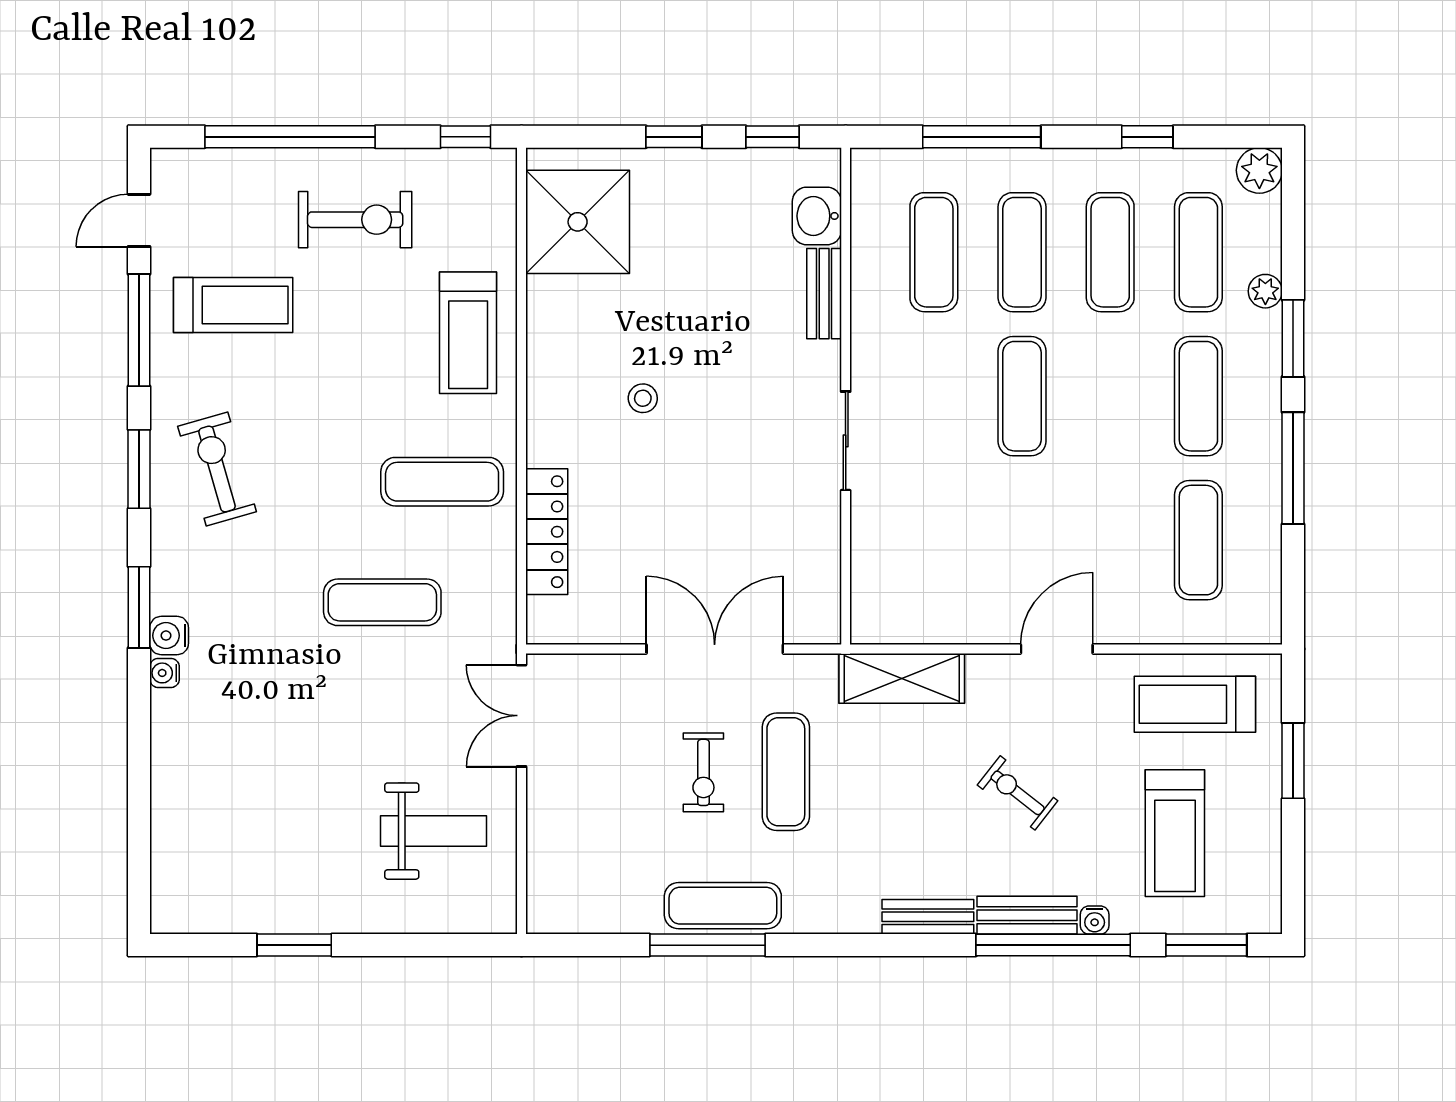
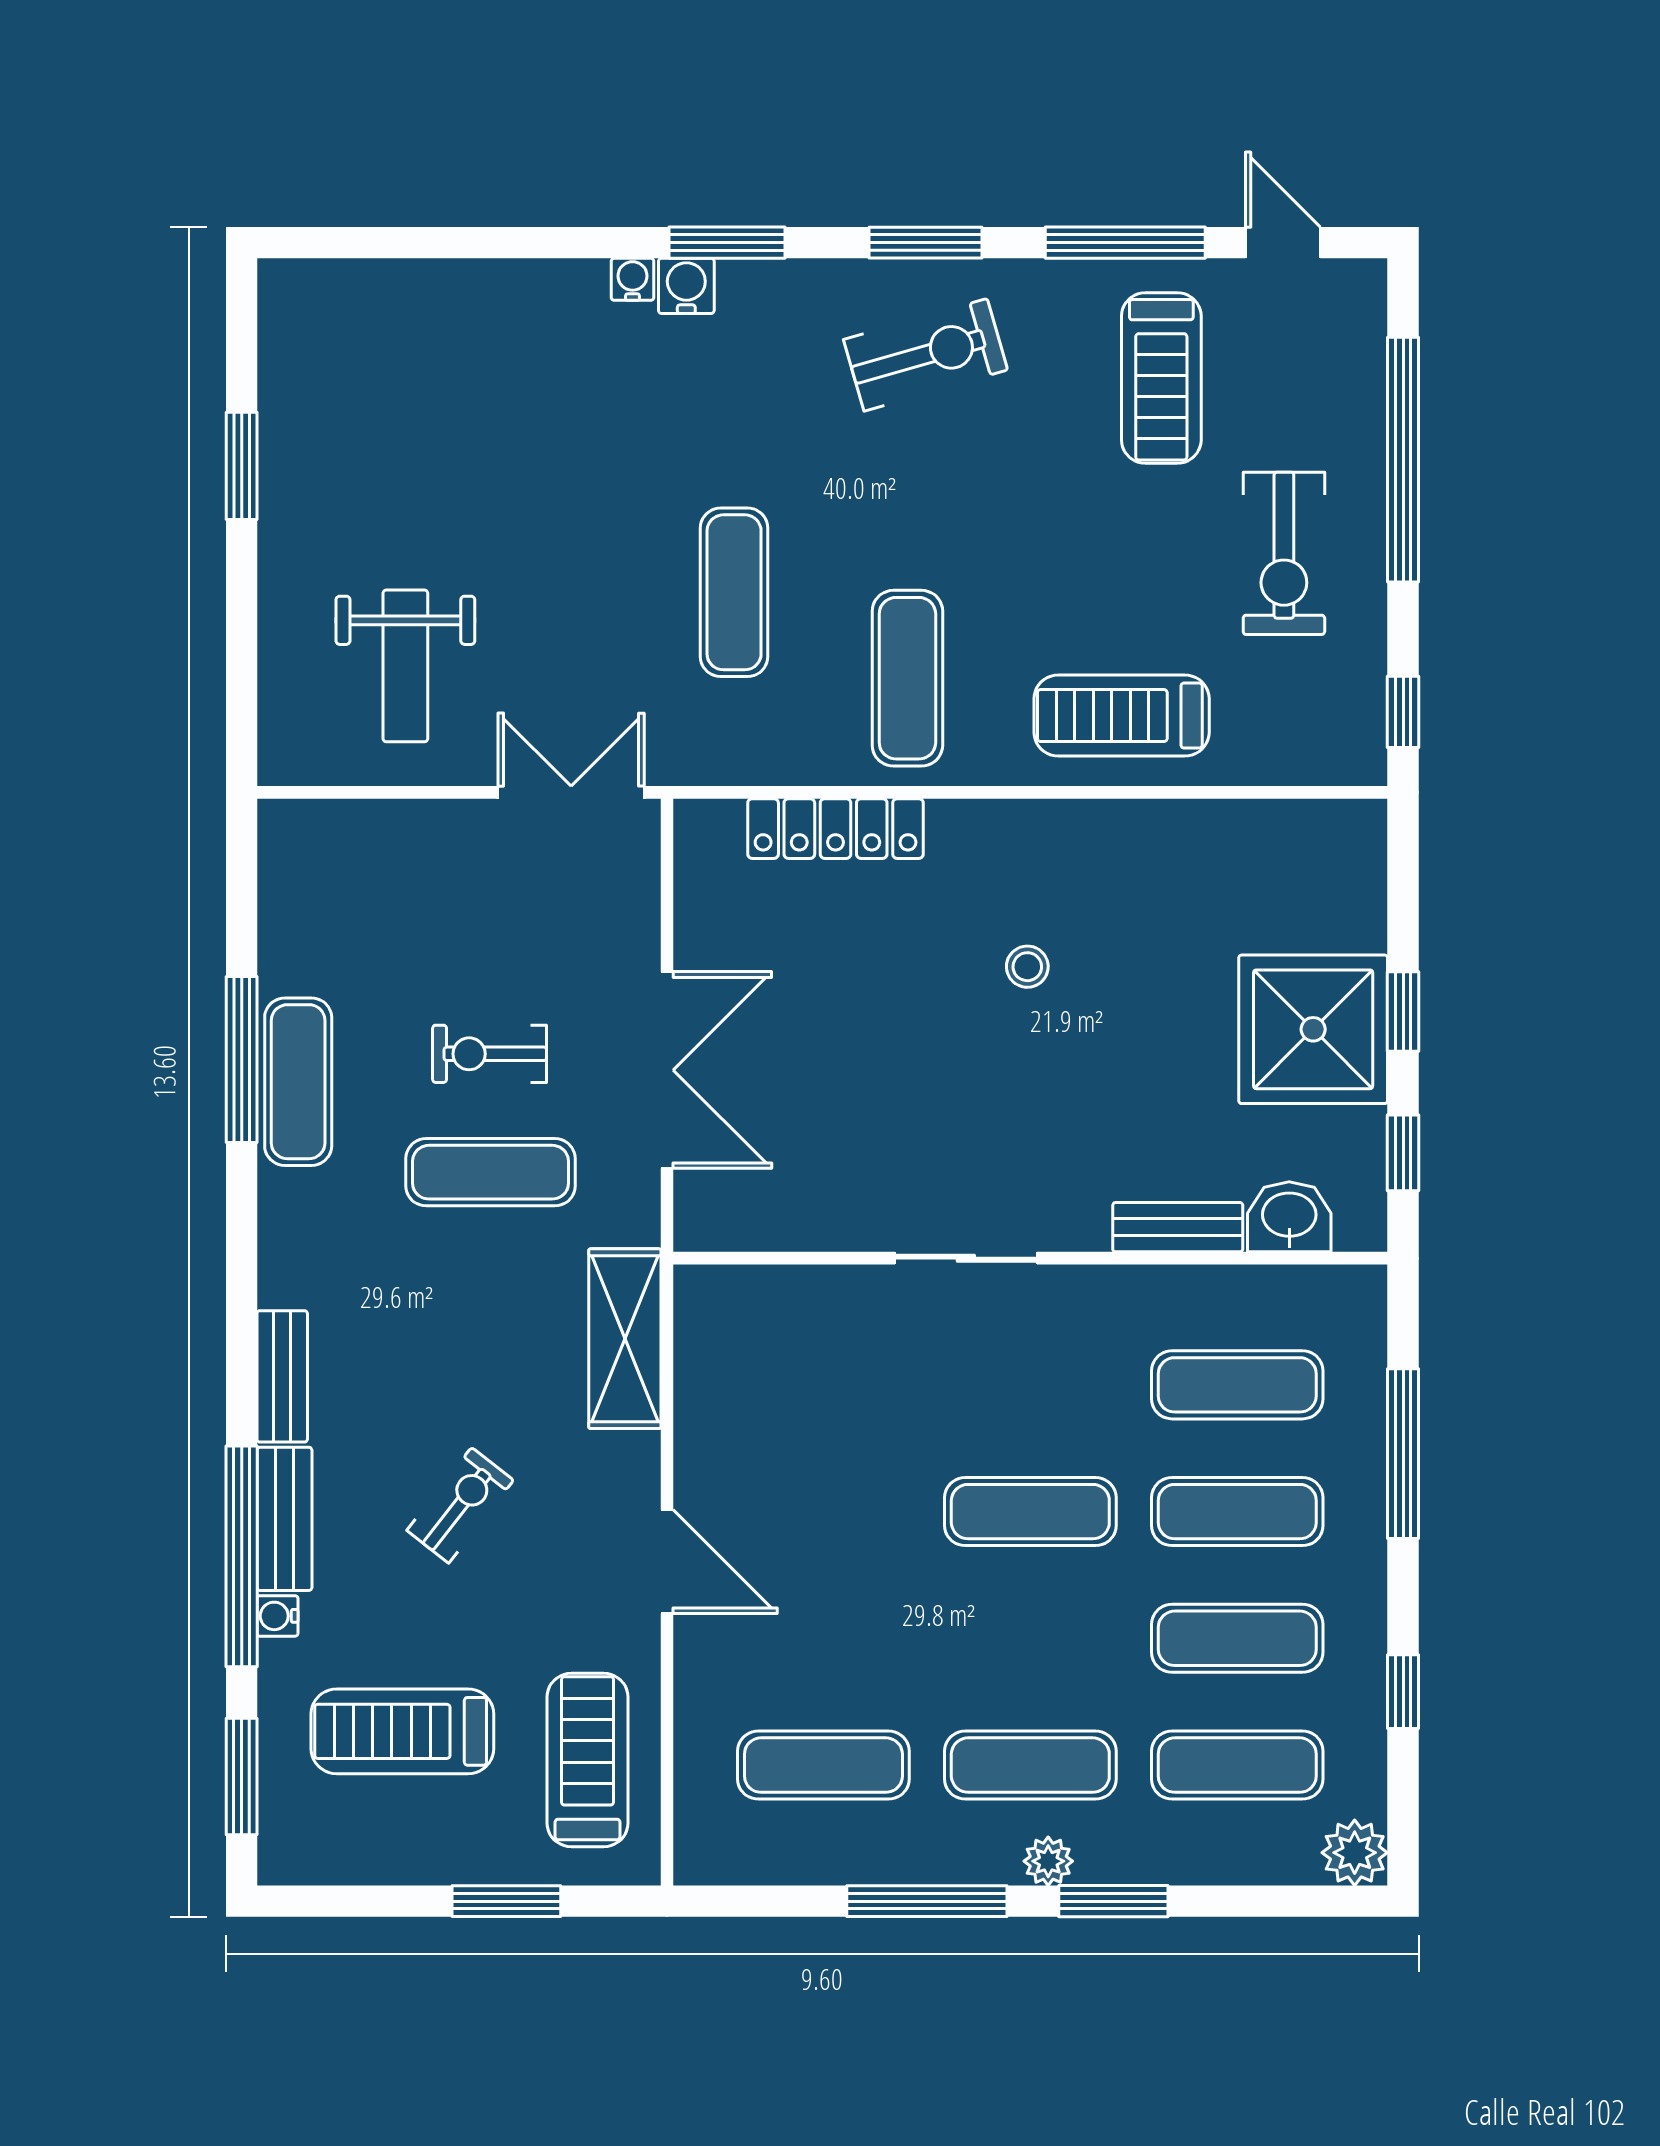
shower: (578, 222) -> (1313, 1029), moved
plant: (1265, 291) -> (1048, 1861), moved

